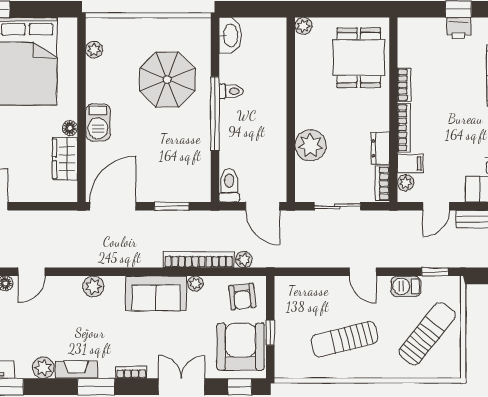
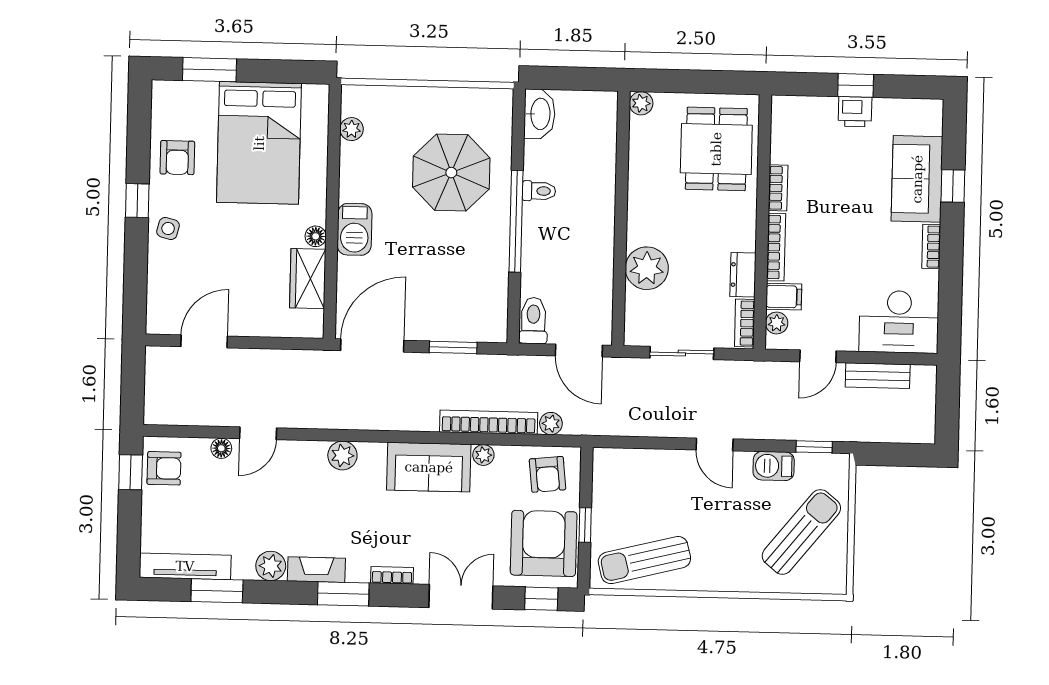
sun lounger: (344, 339) -> (644, 560), moved

